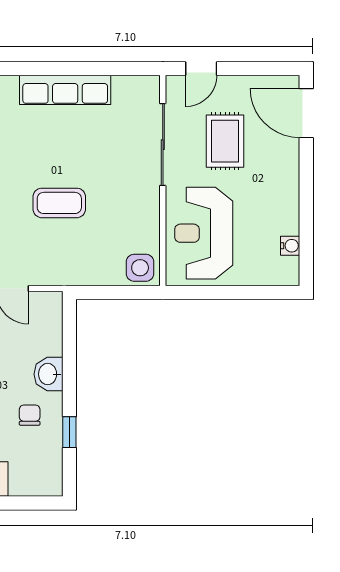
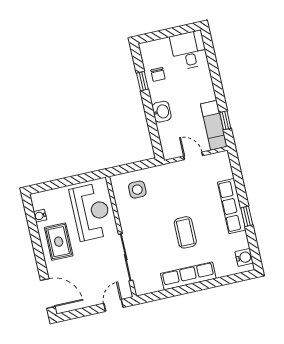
rug: (225, 141) -> (59, 242), moved
coffee table: (59, 203) -> (185, 232), moved, turned 90
side table: (140, 268) -> (137, 190), moved
chair: (30, 415) -> (158, 74), moved

